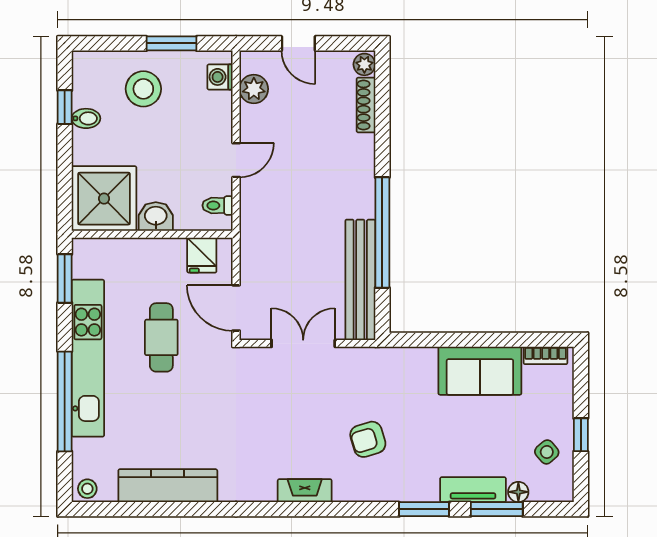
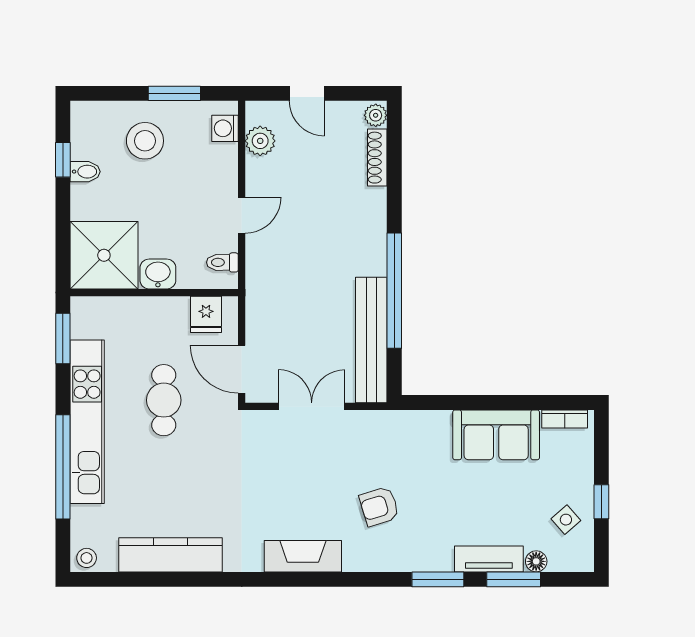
fireplace: (305, 491) -> (303, 556), width x1.37, depth x1.32

